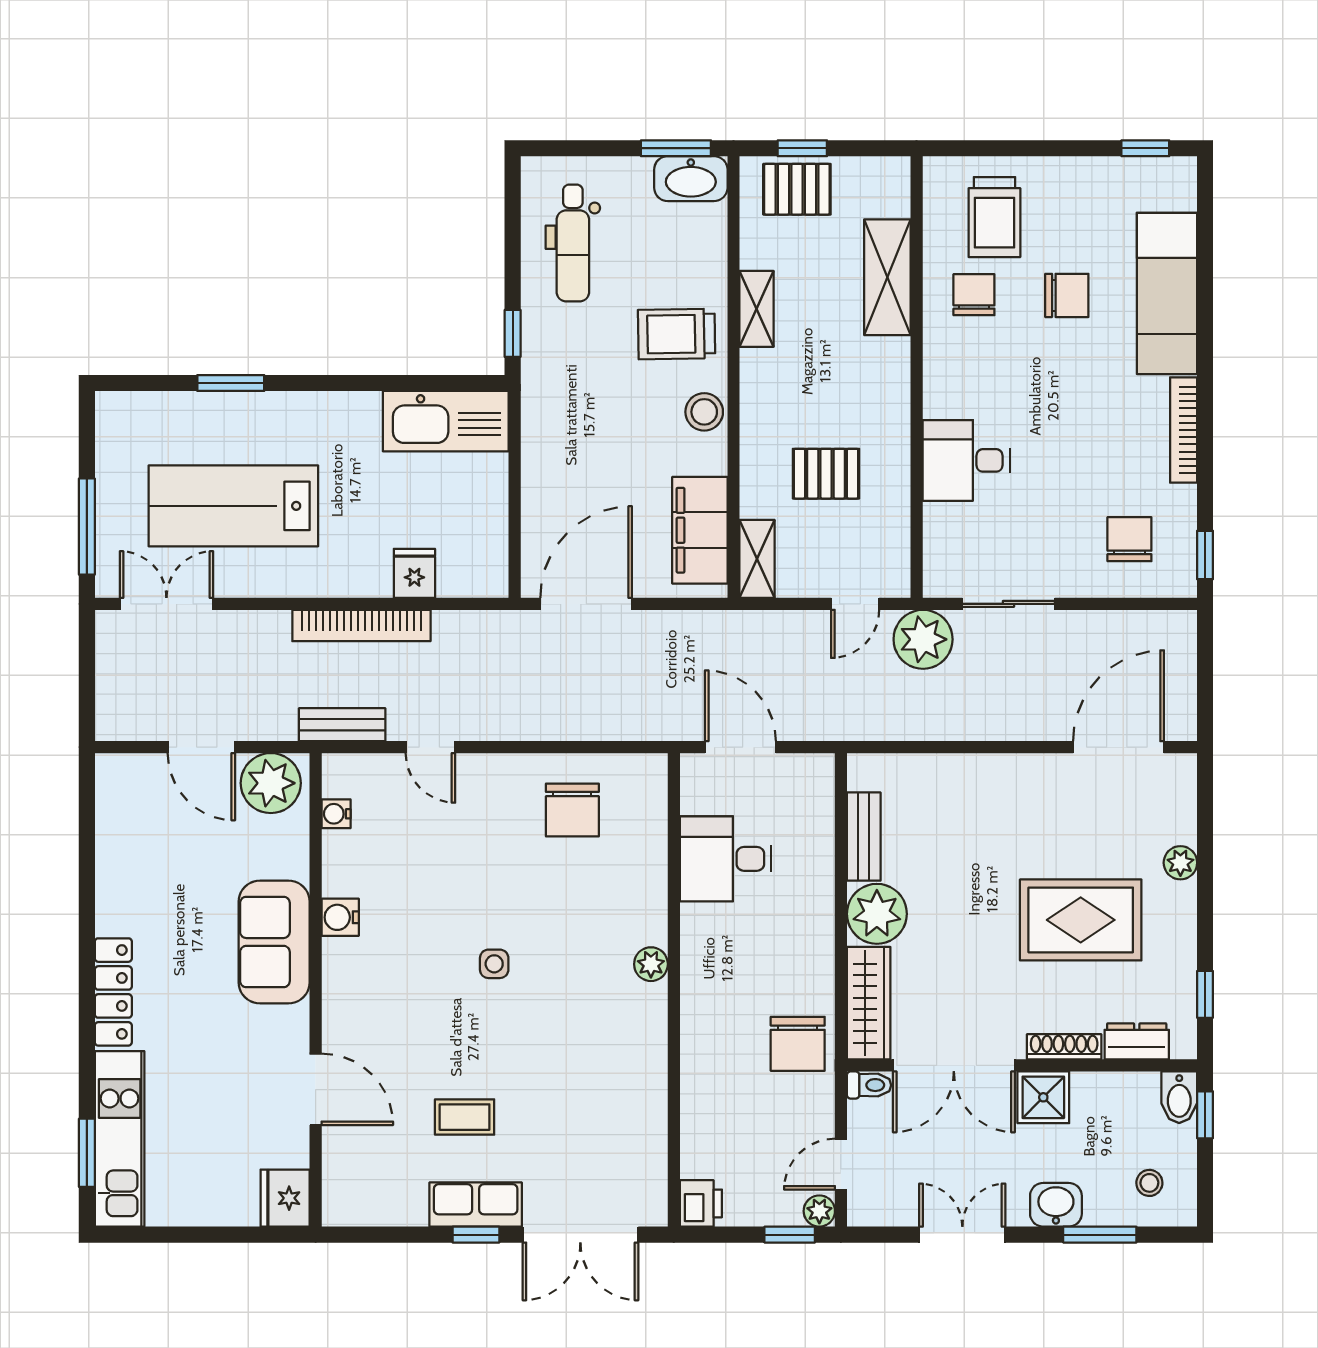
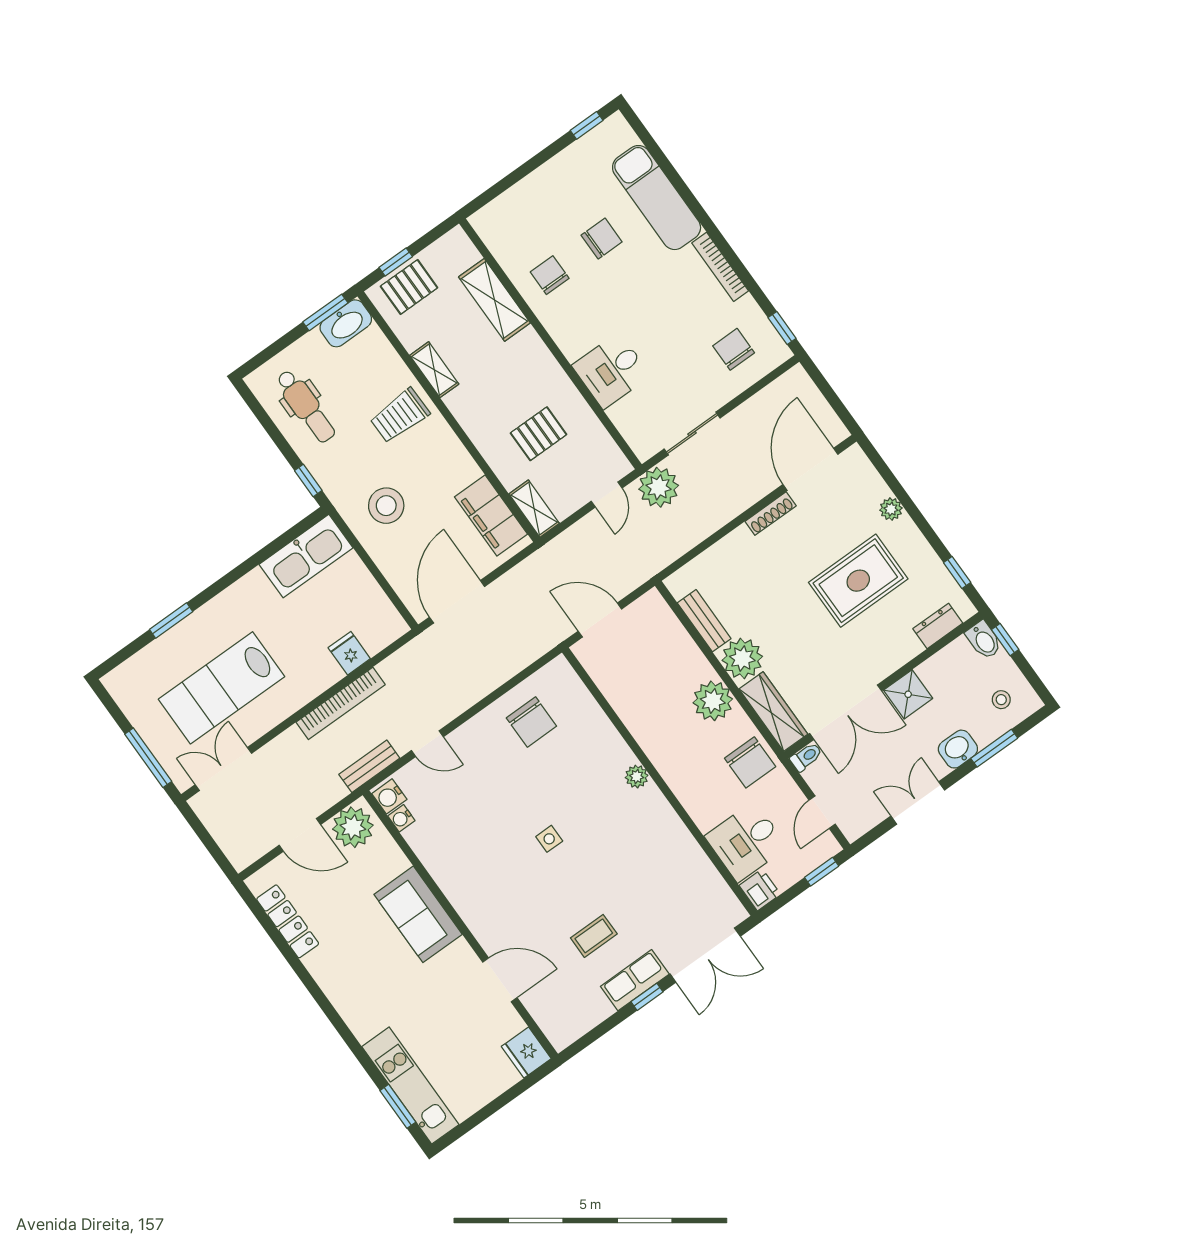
trolley: (994, 217) -> (530, 224), removed
stool: (704, 412) -> (386, 506), moved, width x1.38, depth x1.38
desk: (726, 859) -> (746, 842), moved
water cooler: (340, 917) -> (389, 796), moved
locker: (113, 992) -> (288, 921), moved
shoe rack: (1064, 1047) -> (771, 514), moved, turned 180
plant: (819, 1211) -> (713, 701), moved, width x1.87, depth x1.87

